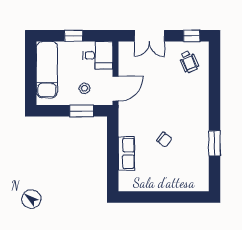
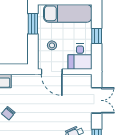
double door: (149, 36) -> (97, 100), swing flipped
window: (82, 111) -> (33, 24), moved

